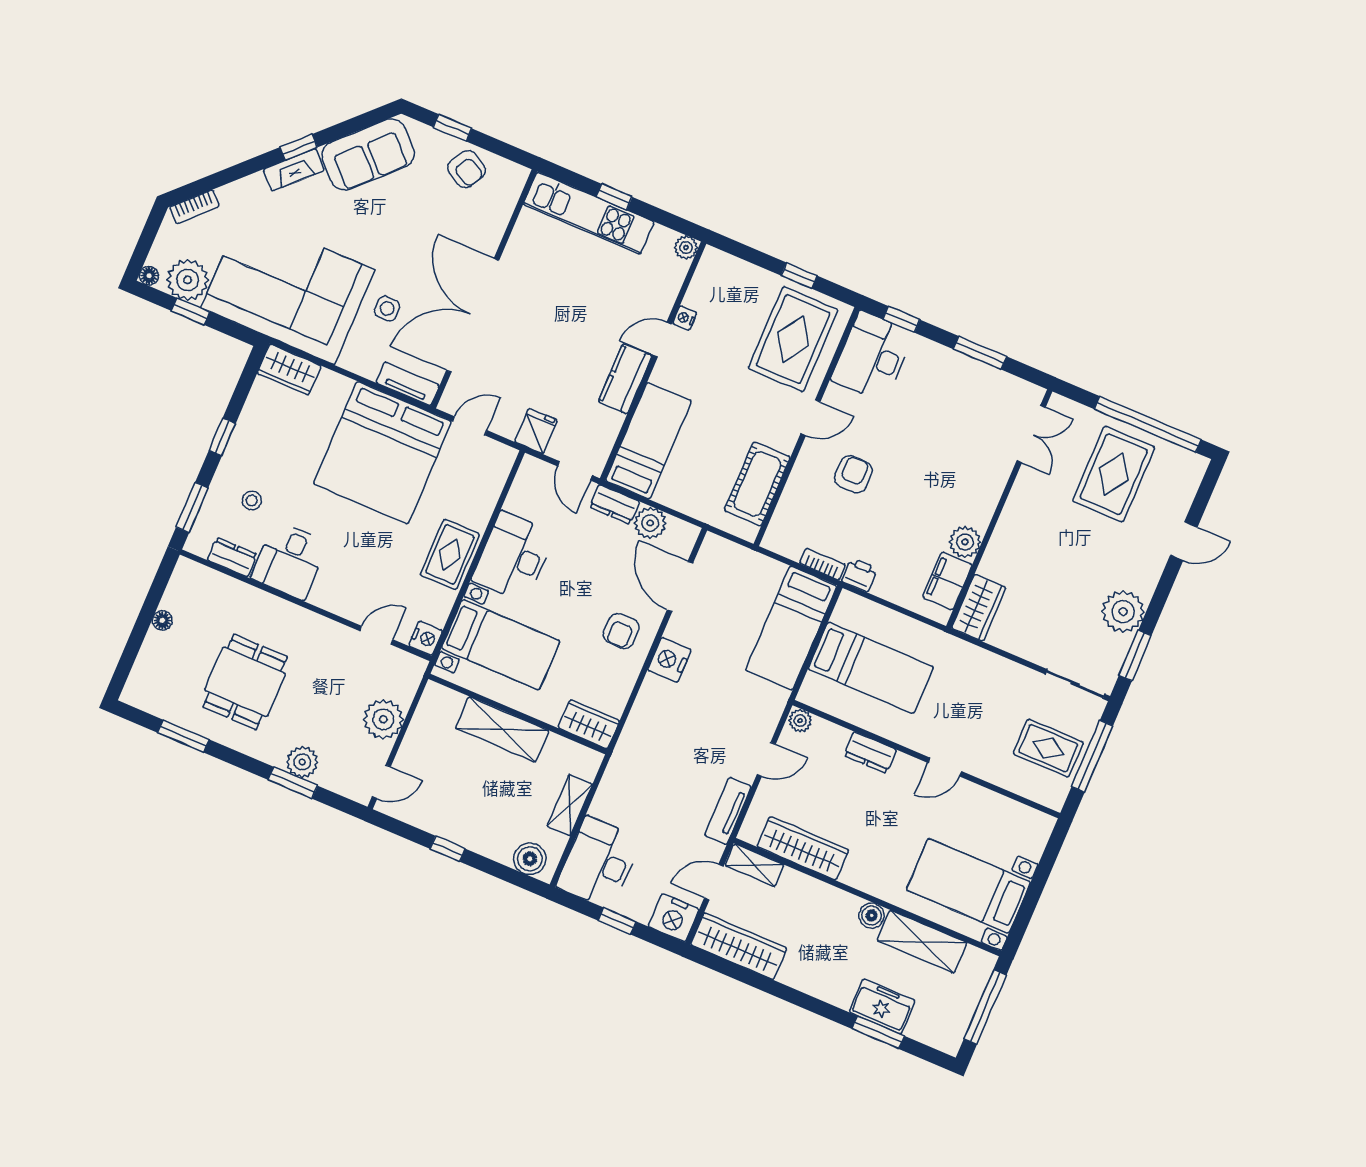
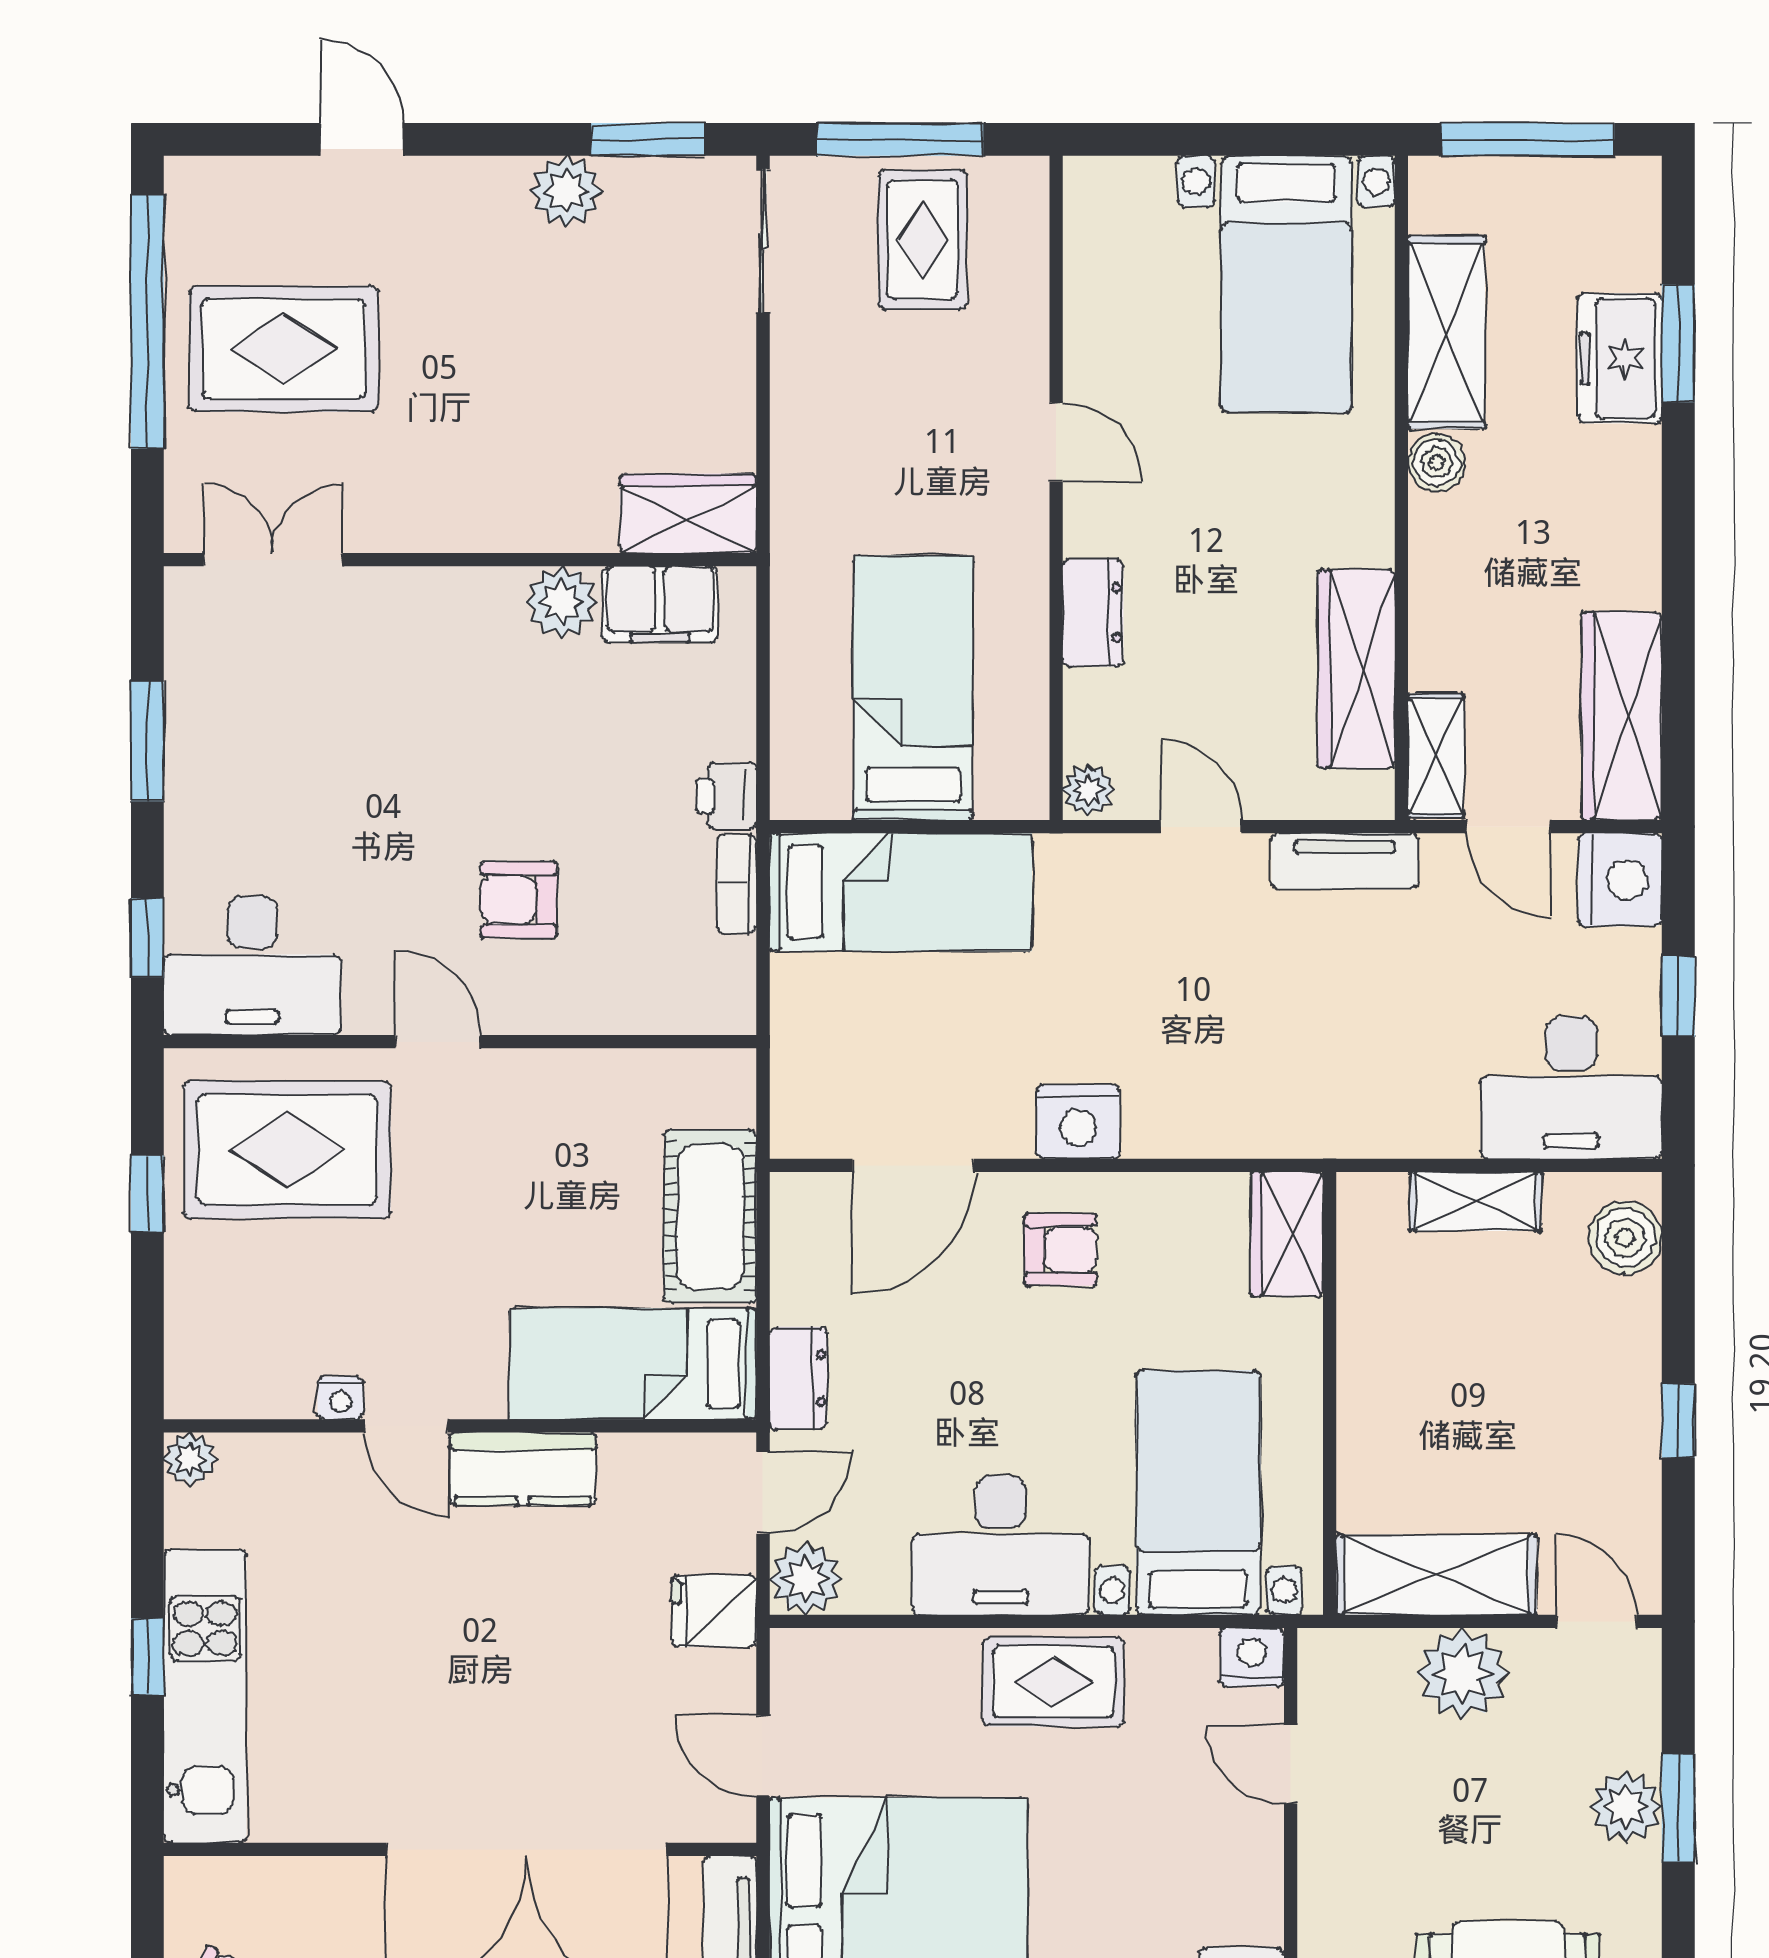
cot: (757, 484) -> (710, 1216), moved, turned 90
plant: (650, 523) -> (806, 1579), moved
plant: (1123, 612) -> (566, 191), width x0.73, depth x0.73
shelving: (502, 729) -> (1436, 1575), moved, turned 90

